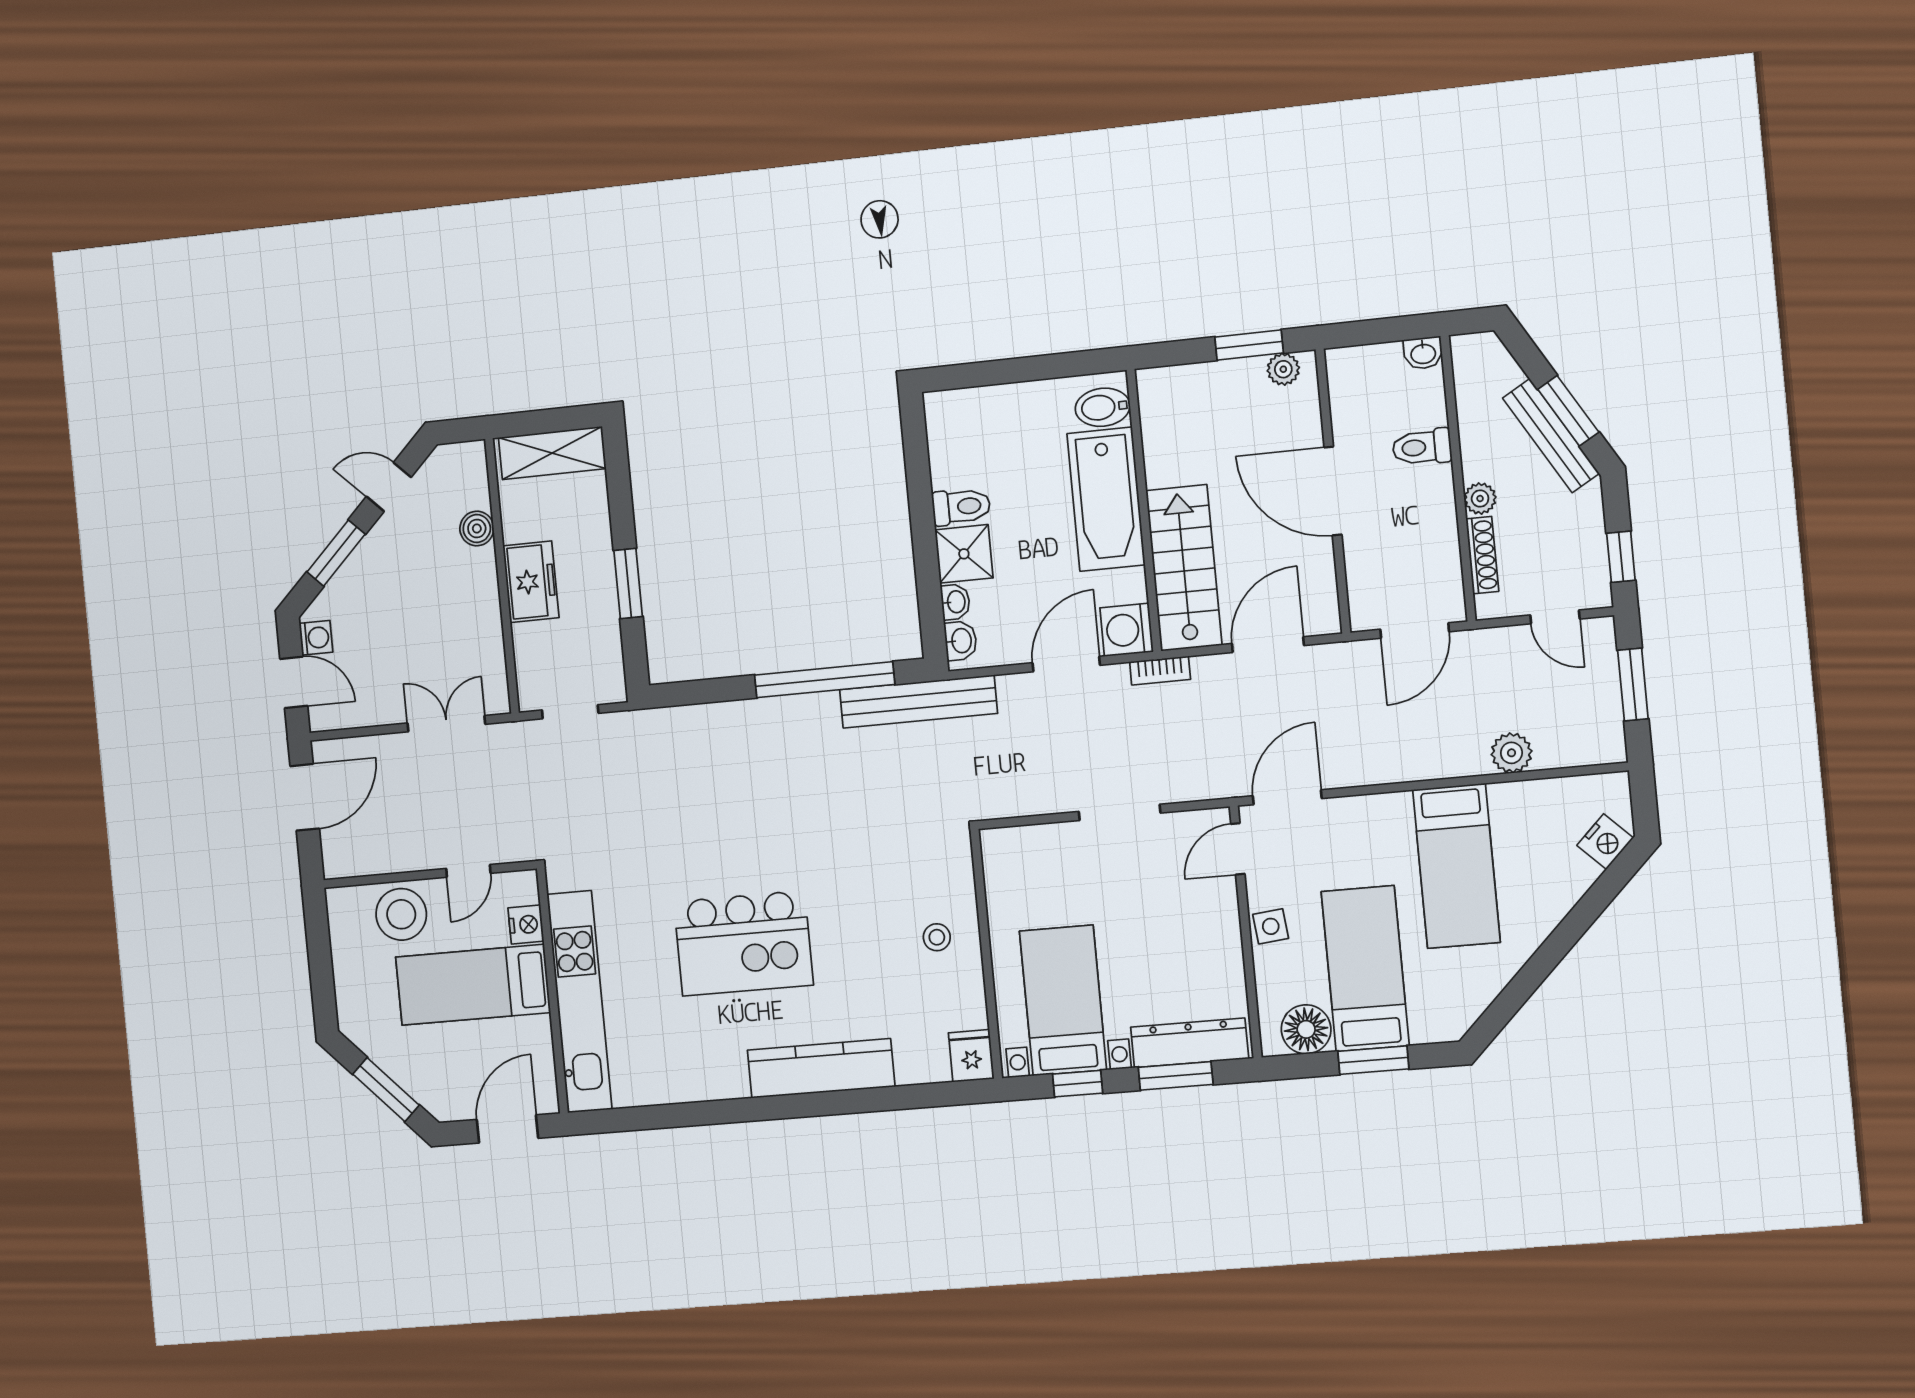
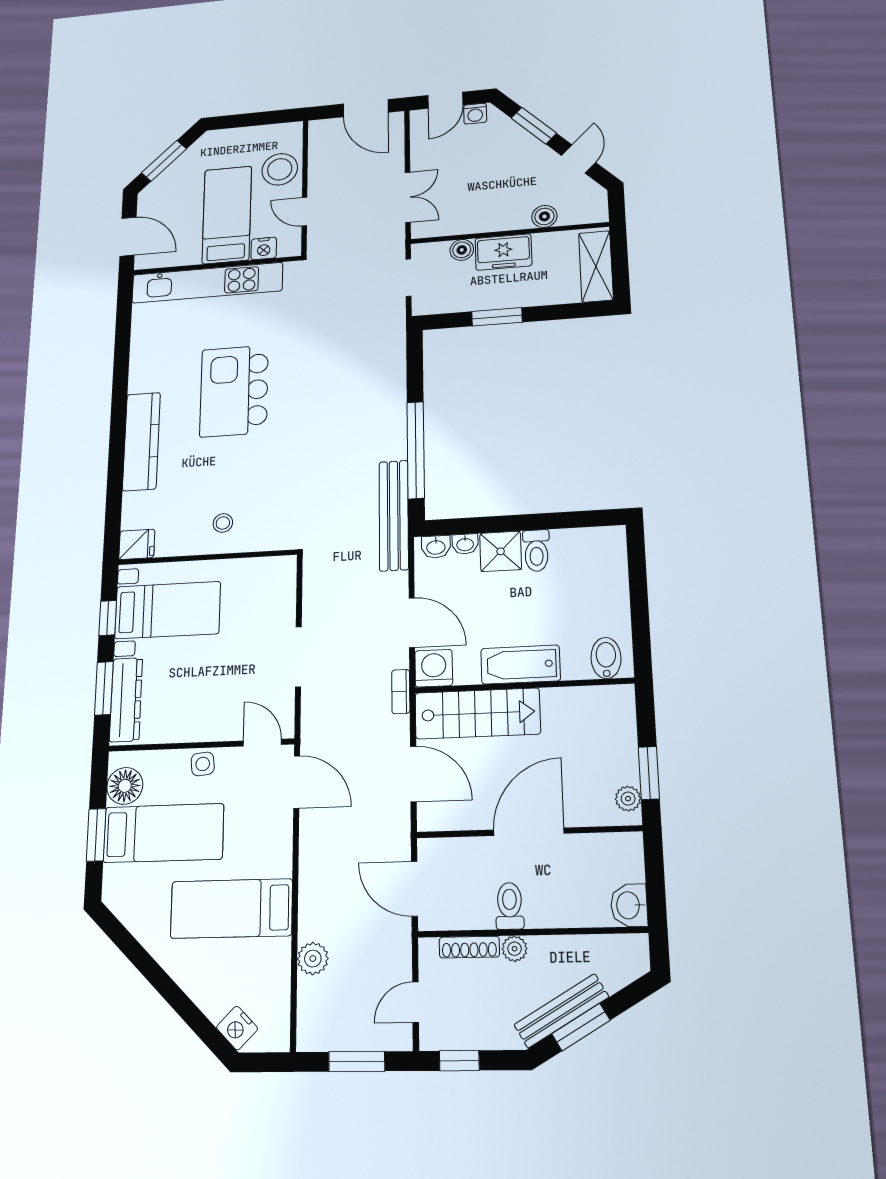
washbasin: (1423, 353) -> (629, 905), width x1.38, depth x1.45
toilet: (1422, 447) -> (510, 906), moved
bathtub: (1106, 499) -> (521, 665), width x0.73, depth x0.73
boiler: (528, 640) -> (462, 250), added

